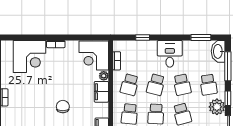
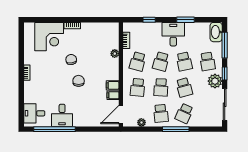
window: (201, 38) -> (185, 20), moved
corner desk: (94, 56) -> (106, 36), removed
chair: (54, 82) -> (71, 60), added
filing cabinet: (101, 92) -> (113, 85), moved, width x0.50

